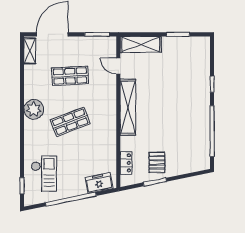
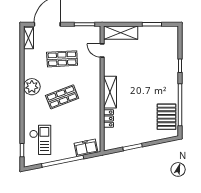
shelving: (128, 107) -> (110, 92), width x0.68
pallet: (157, 162) -> (167, 117), moved, width x1.50, depth x1.42
locker: (126, 163) -> (109, 118), moved

